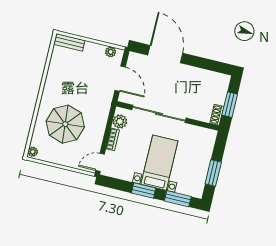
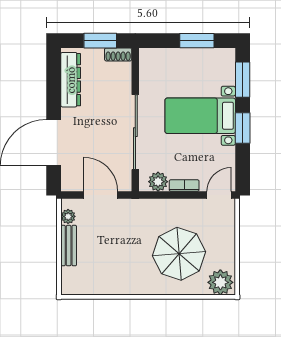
bench: (69, 42) -> (69, 246), moved
dresser: (207, 77) -> (71, 80), added
door: (120, 79) -> (101, 195), hinge flipped
plant: (33, 152) -> (220, 282), width x1.87, depth x1.87
door: (100, 162) -> (219, 195), swing flipped

